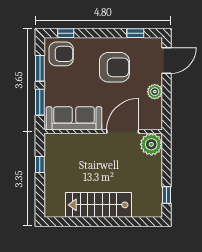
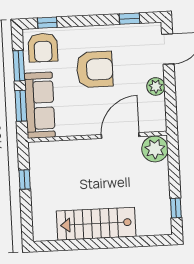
armchair: (61, 54) -> (43, 48), turned 90
armchair: (114, 67) -> (95, 69), moved
sofa: (74, 118) -> (40, 105), moved, turned 90

